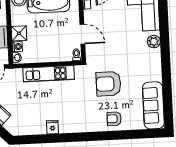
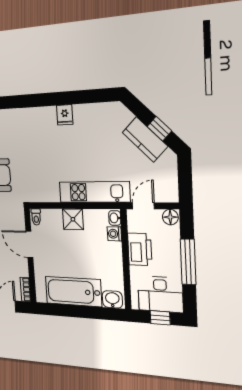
shower: (19, 33) -> (73, 219), moved
kitchen unit: (49, 74) -> (94, 192), moved

